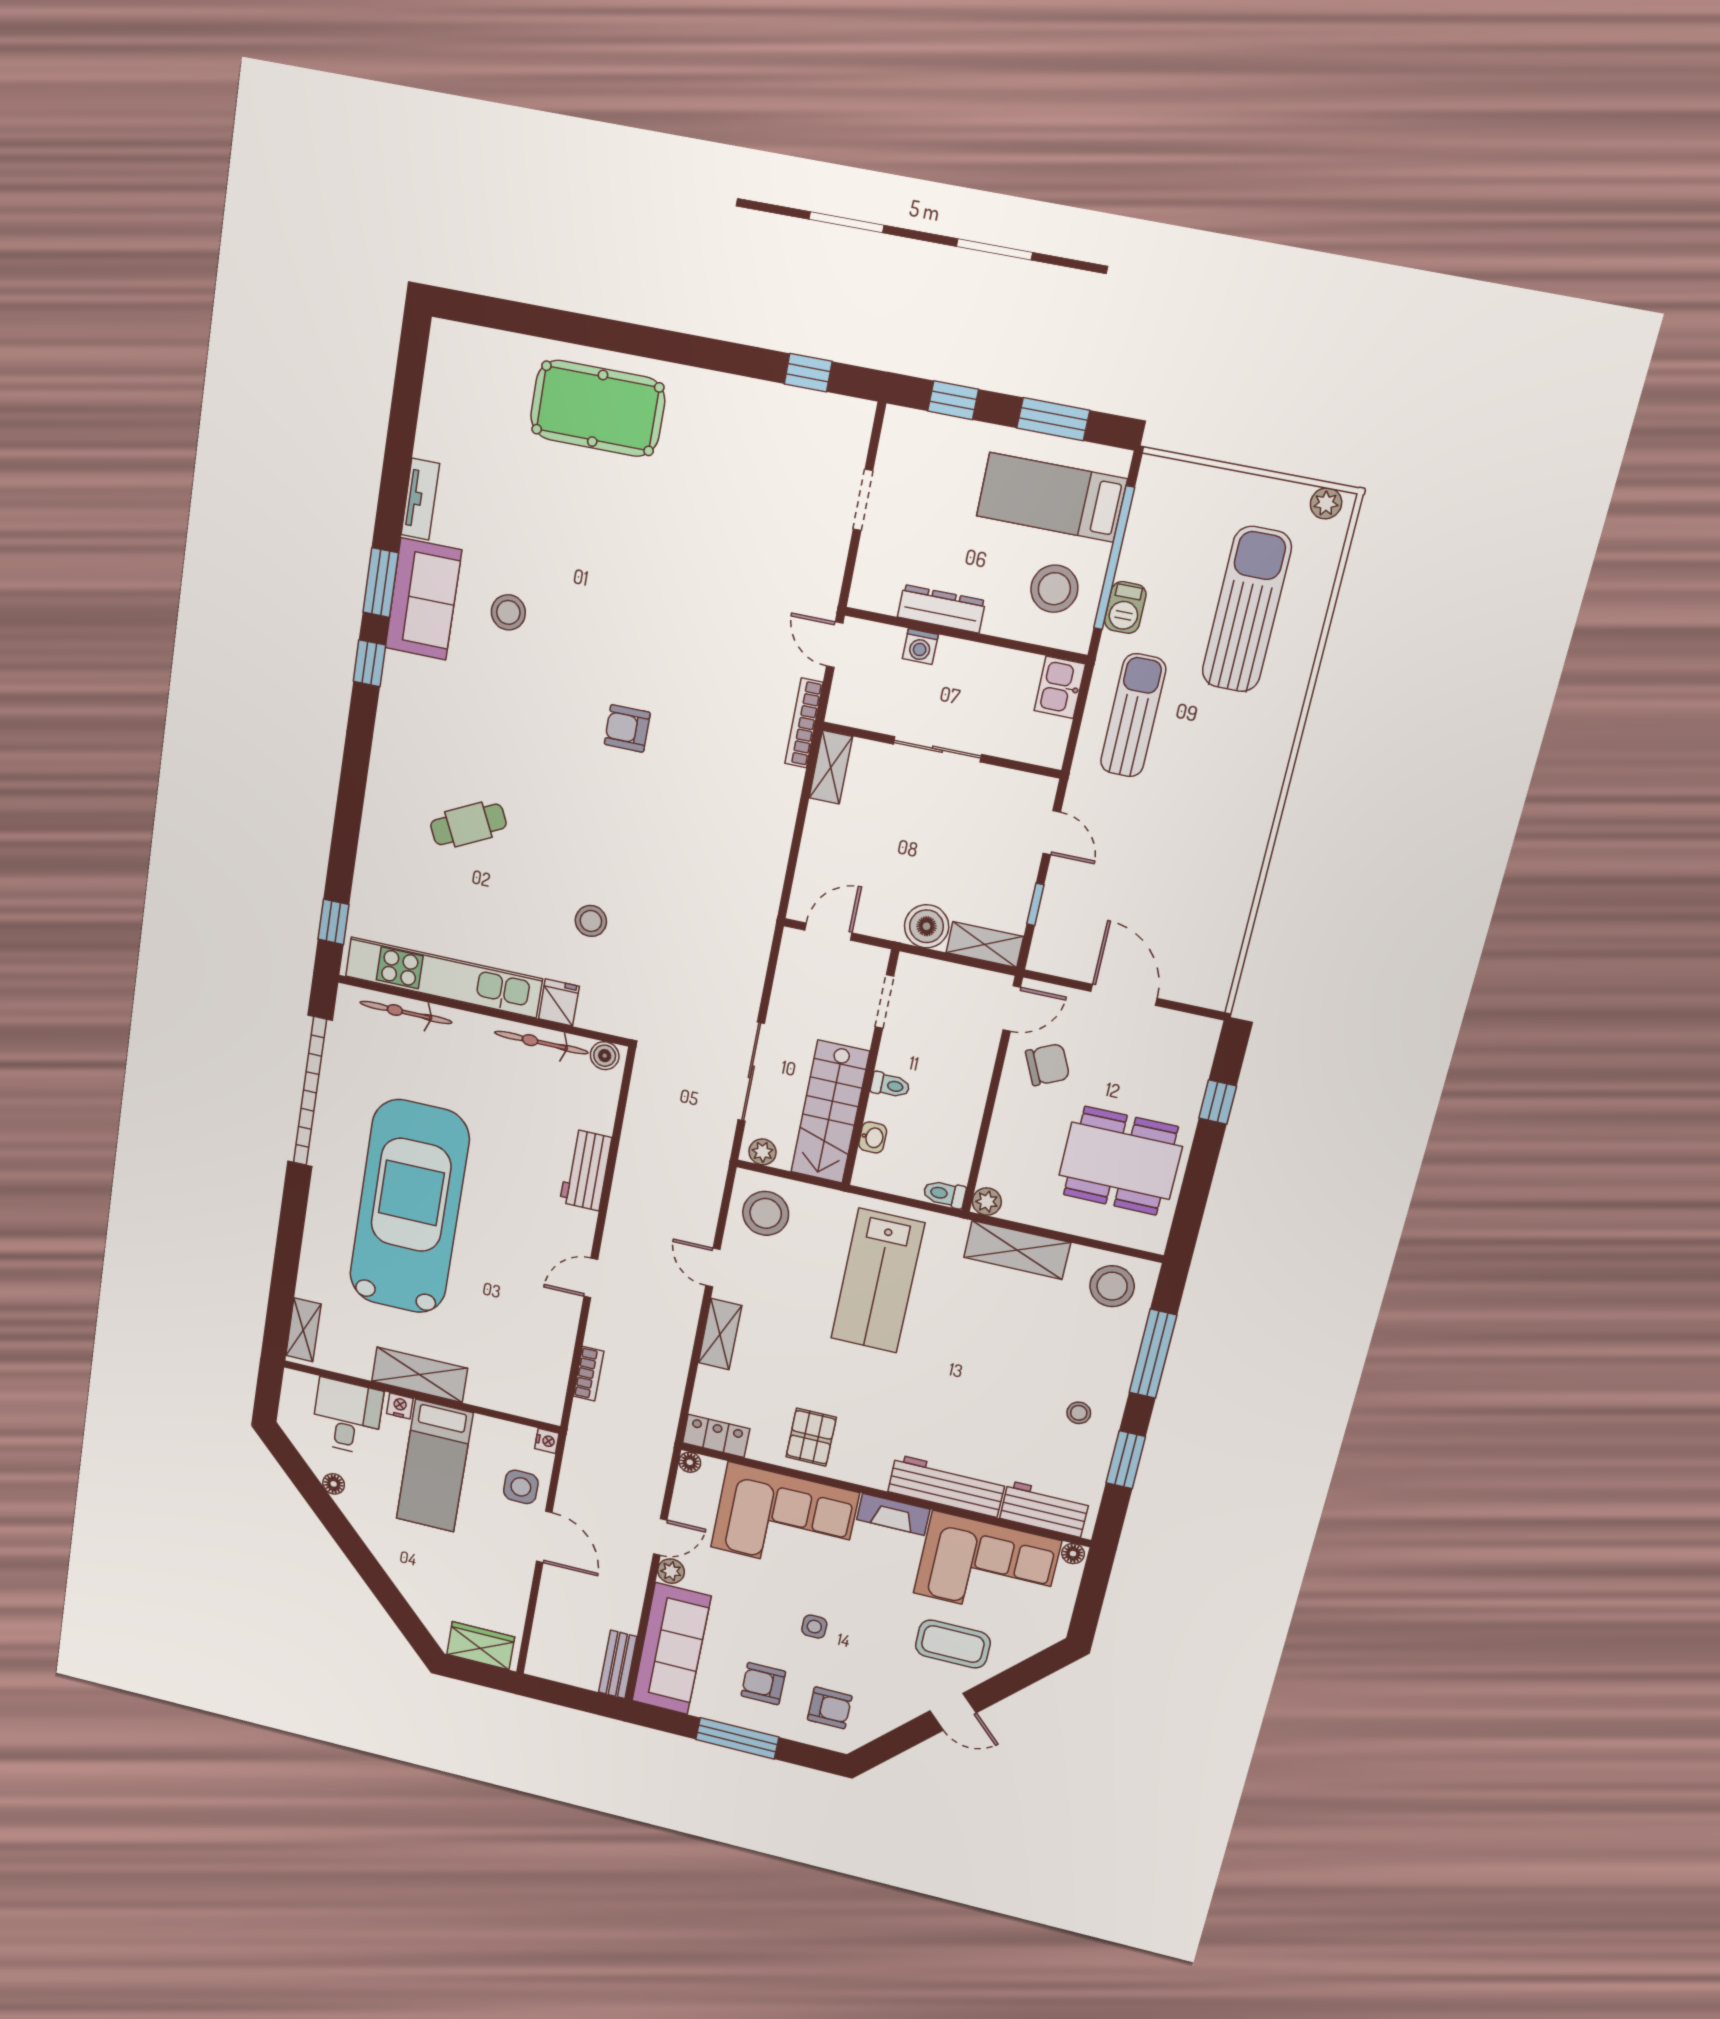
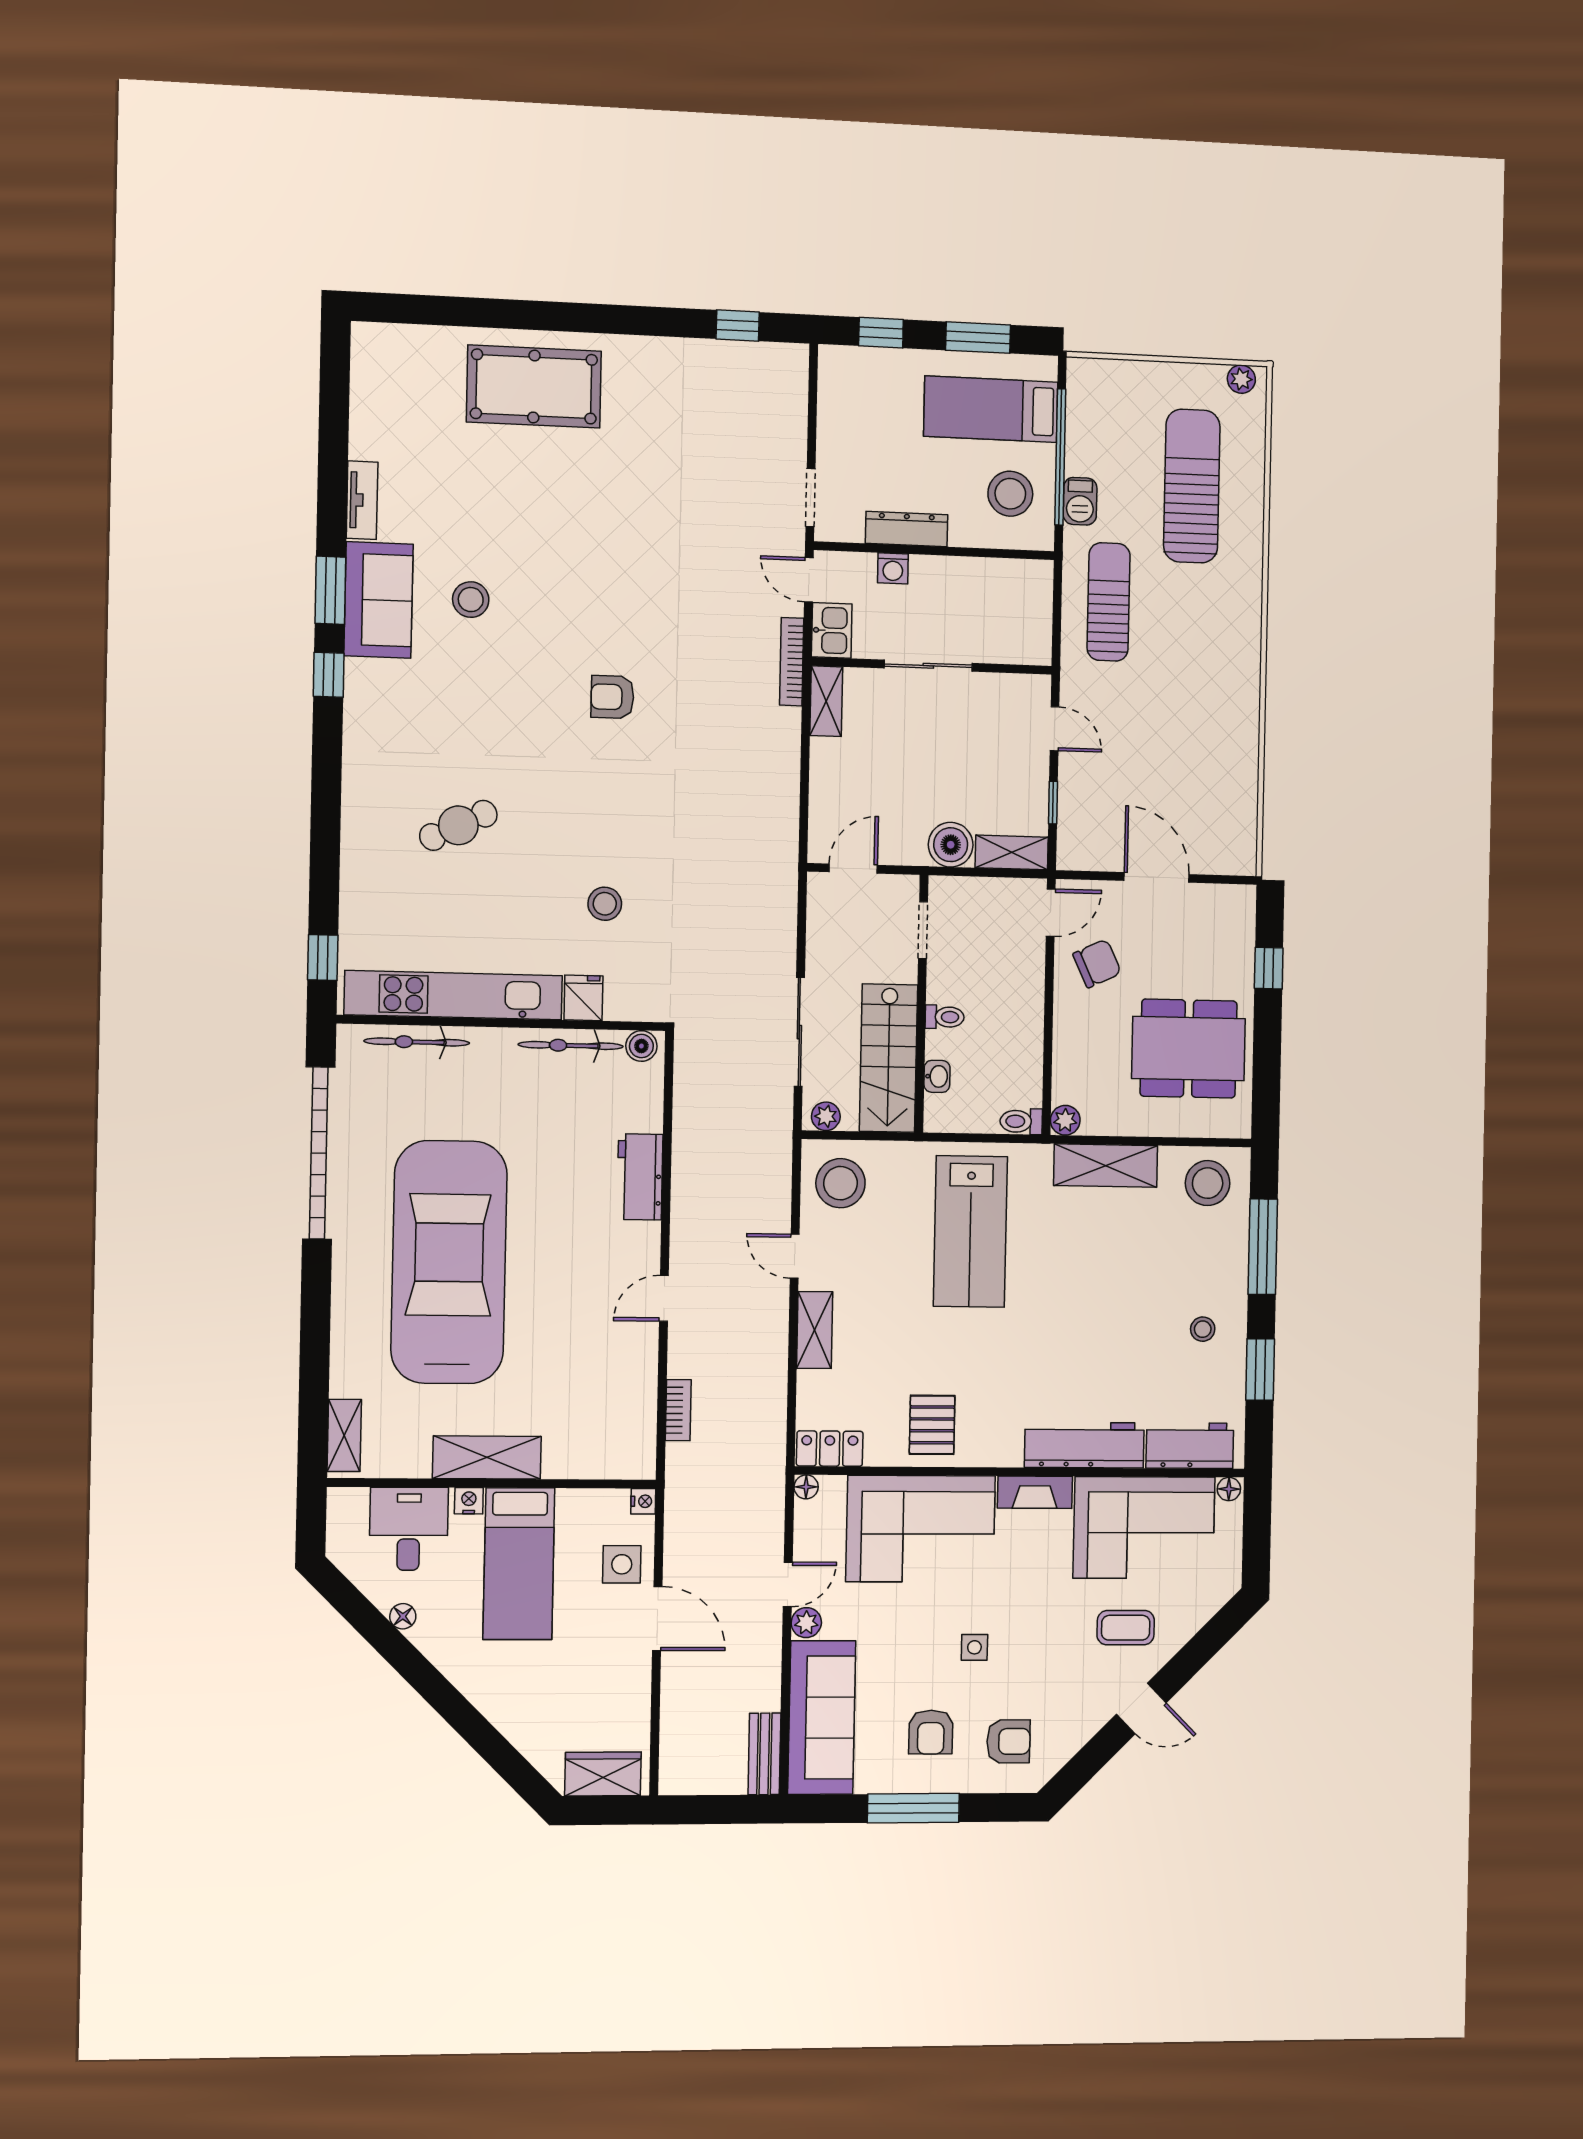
doorway: (863, 500) -> (811, 498), moved
kitchen sink: (1060, 687) -> (832, 630), moved, turned 180
coffee table: (953, 1644) -> (1126, 1628), width x0.73, depth x0.77
armchair: (763, 1684) -> (931, 1732), turned -90

